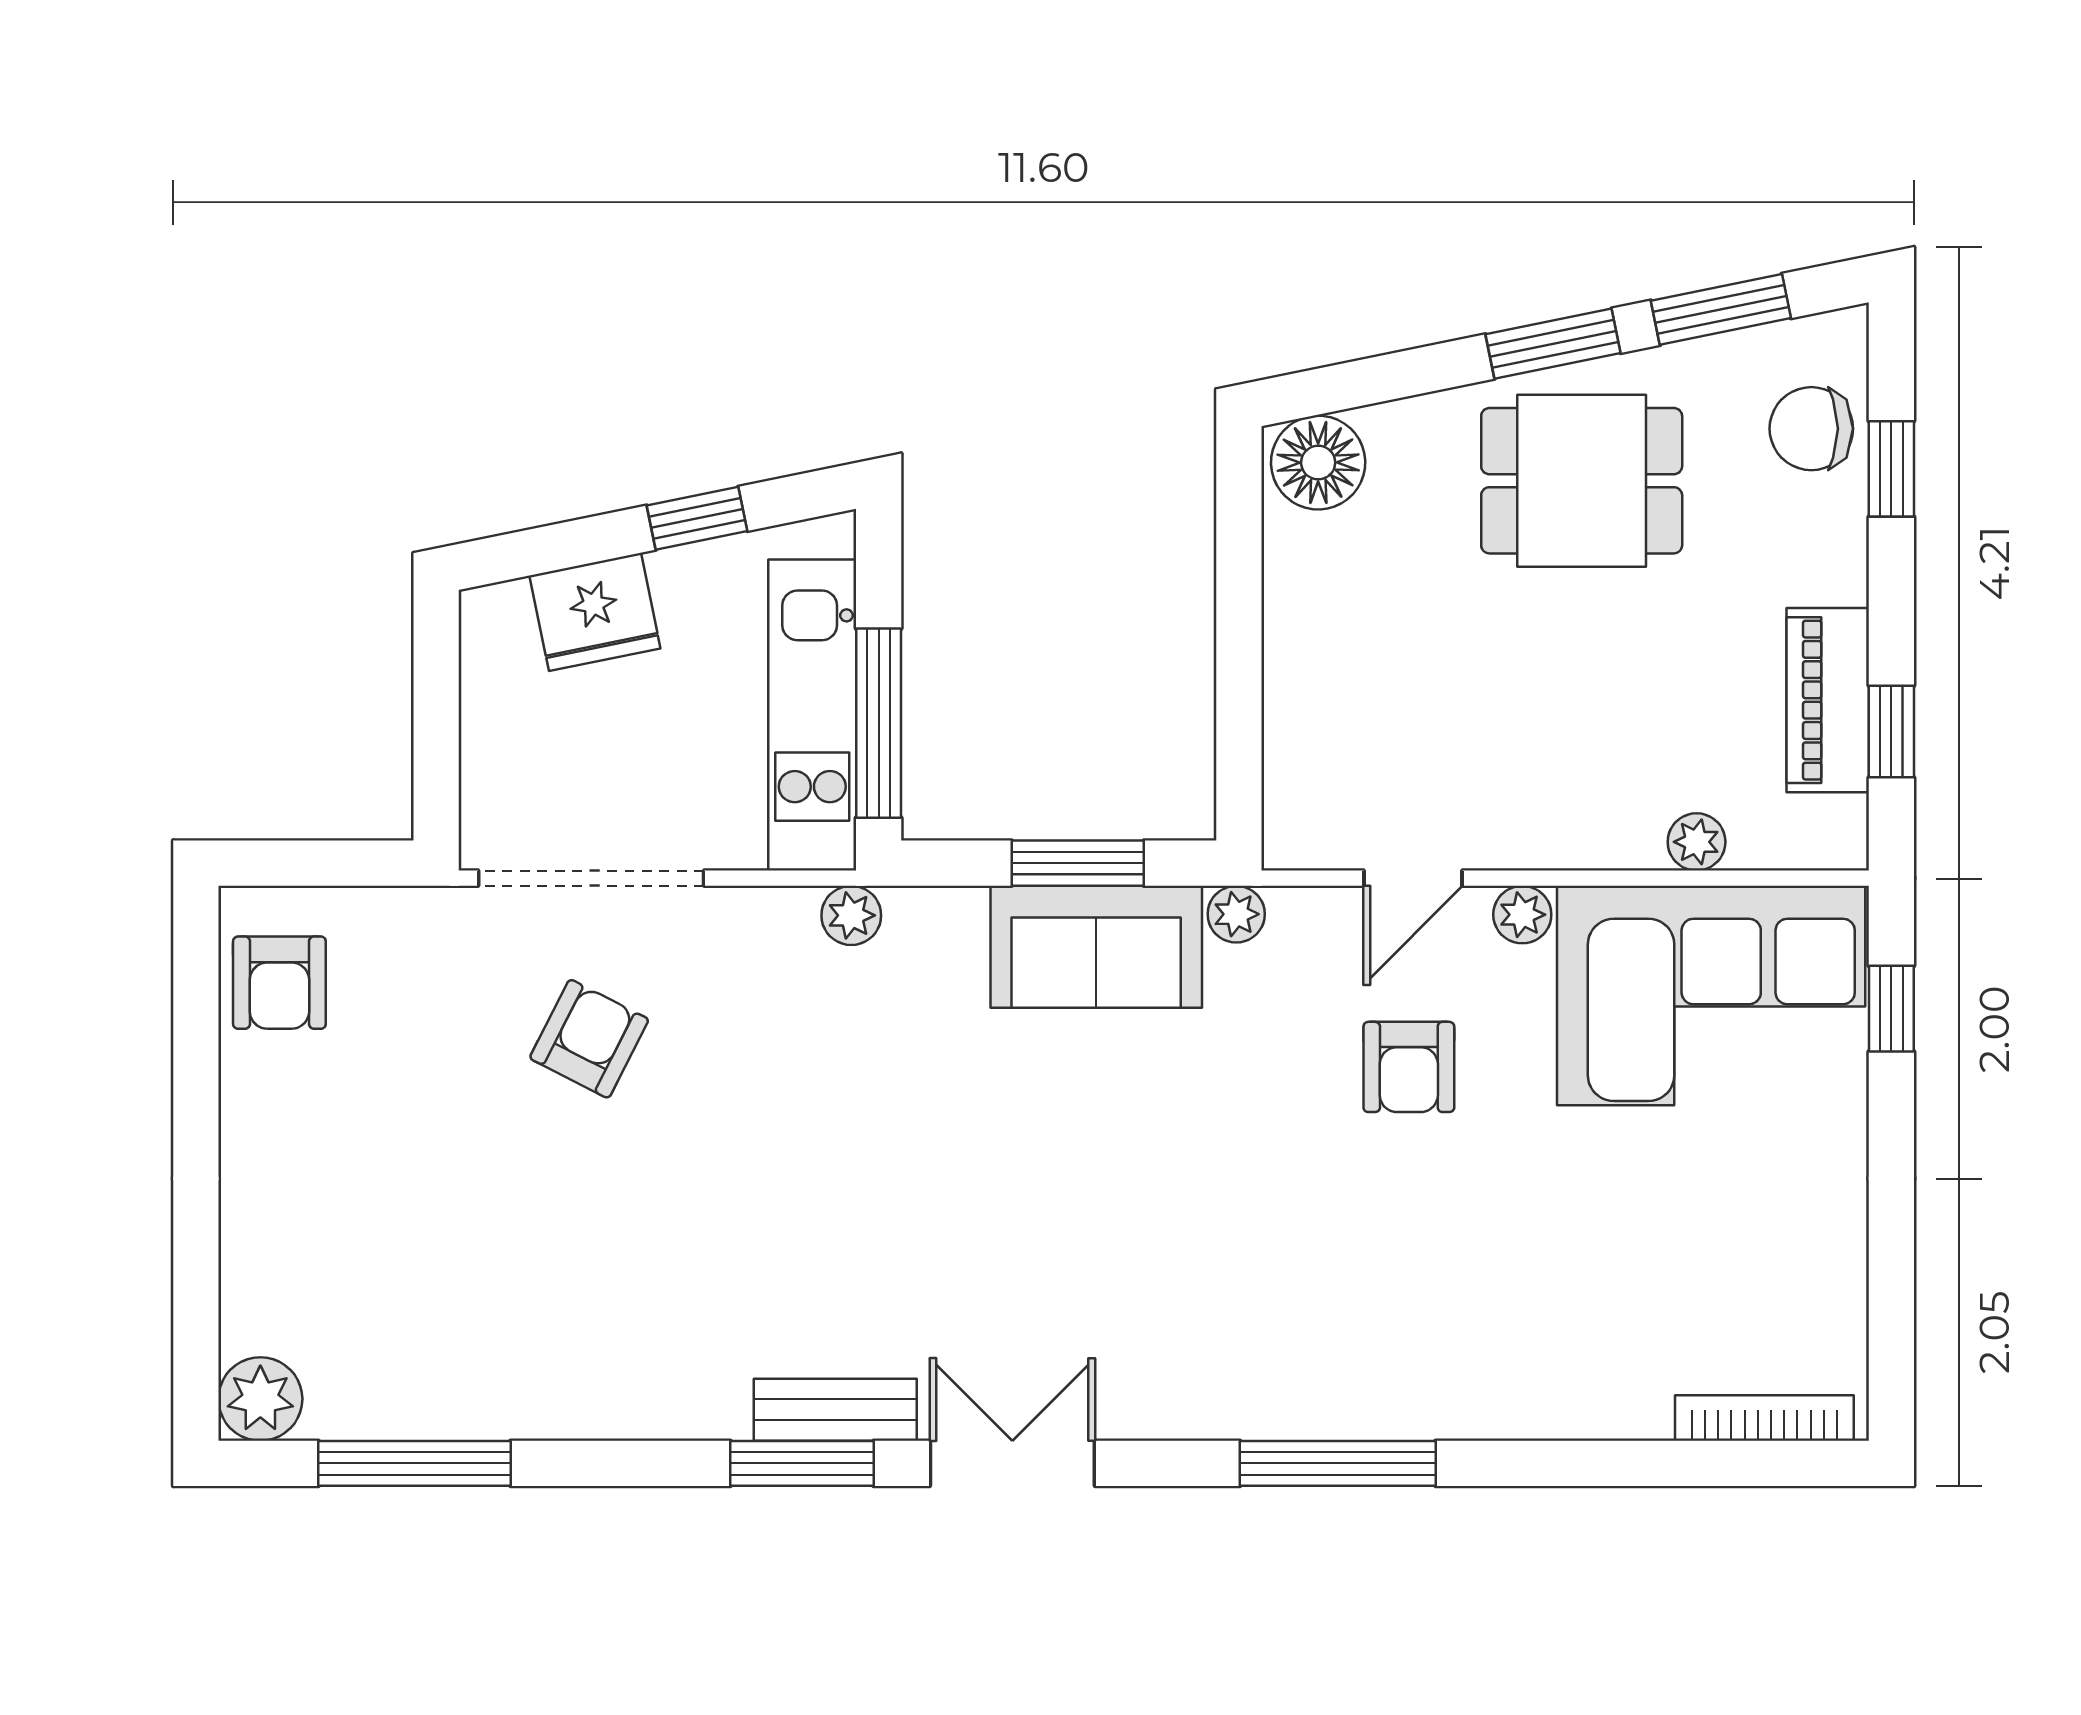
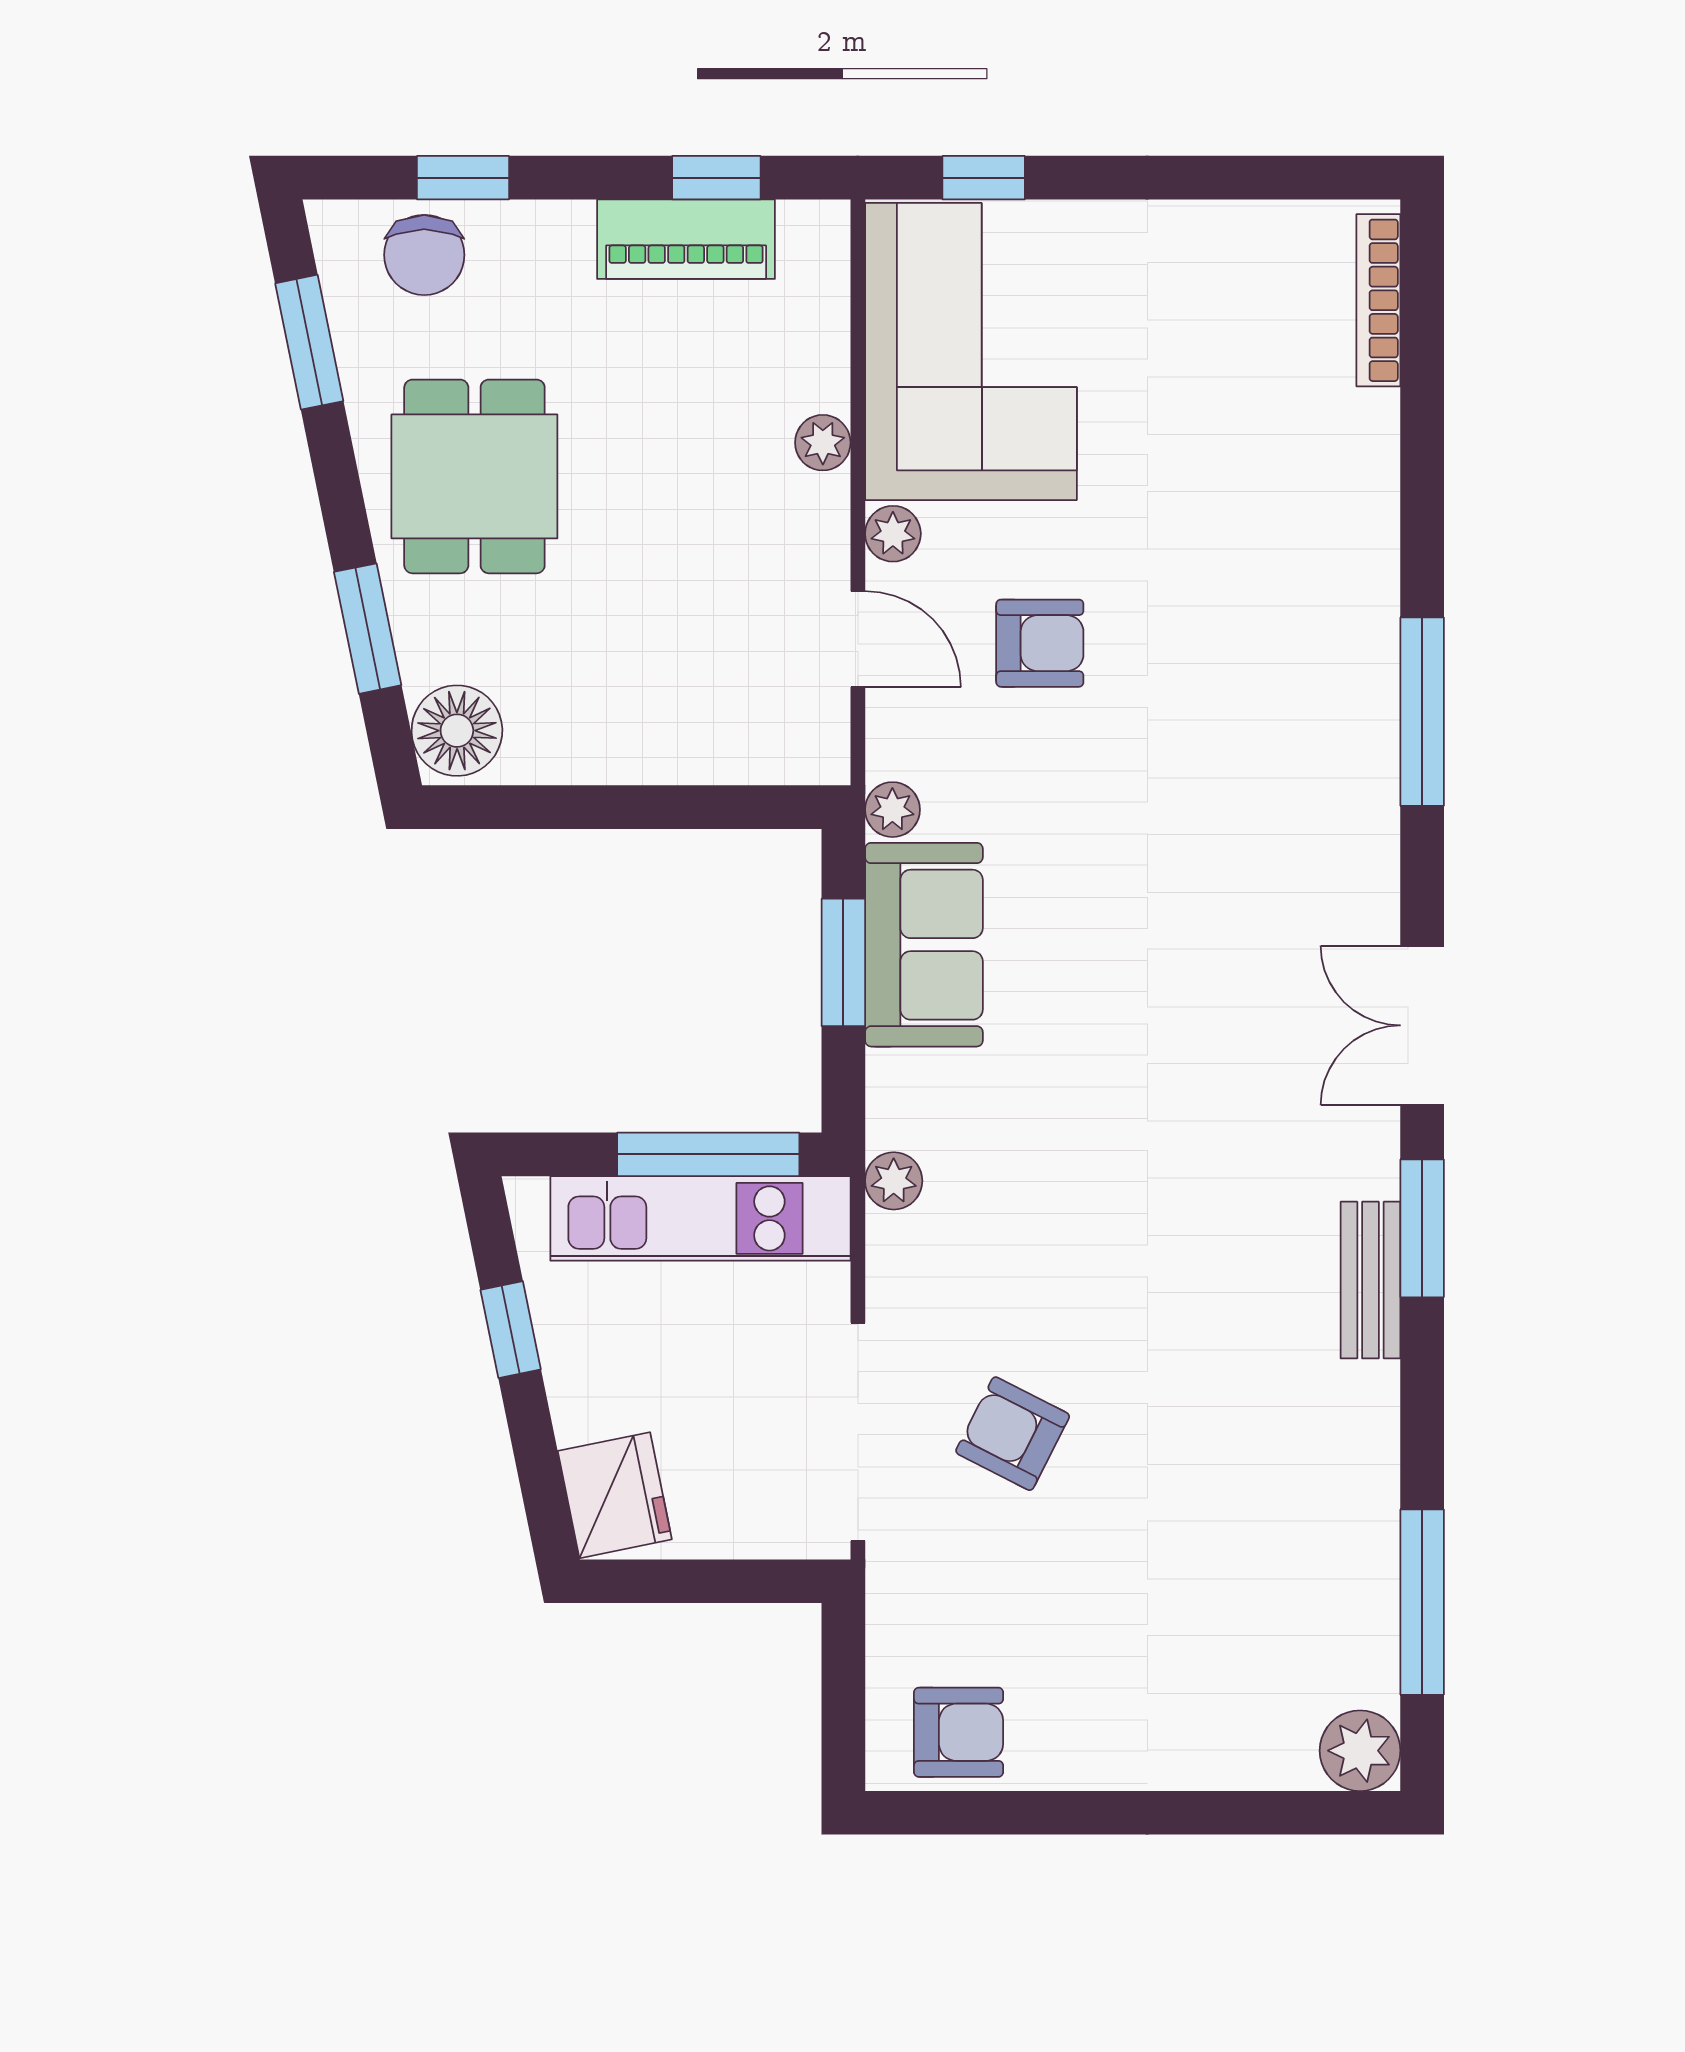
window: (1553, 344) -> (368, 629), moved
fridge: (595, 612) -> (615, 1495), moved
plant: (1697, 842) -> (823, 443), moved
bench: (835, 1410) -> (1370, 1280), moved

